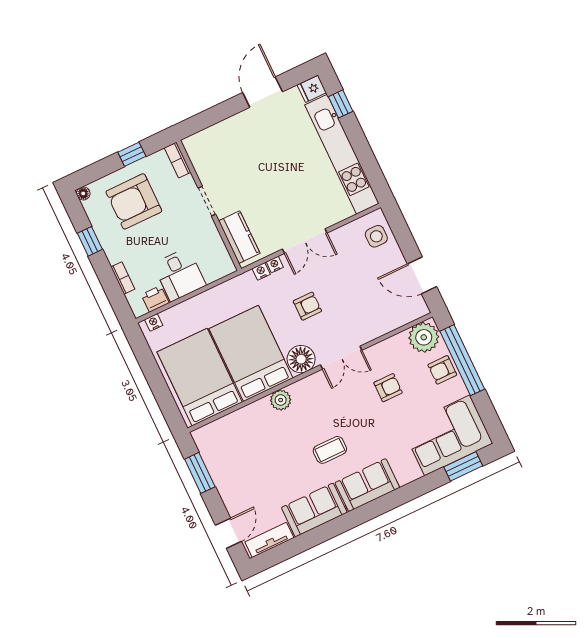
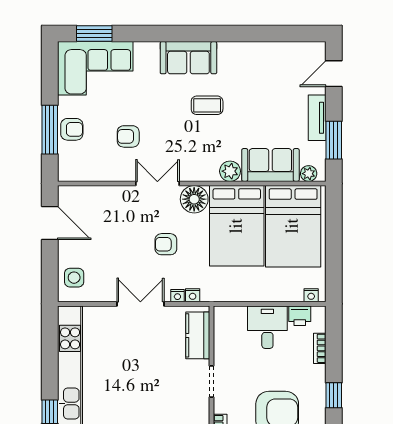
plant: (424, 337) -> (309, 174), moved, width x0.53, depth x0.53
window: (462, 360) -> (50, 130), width x0.68
sofa: (314, 510) -> (270, 165), moved, turned 180
tv unit: (269, 540) -> (317, 118), moved, turned 90

